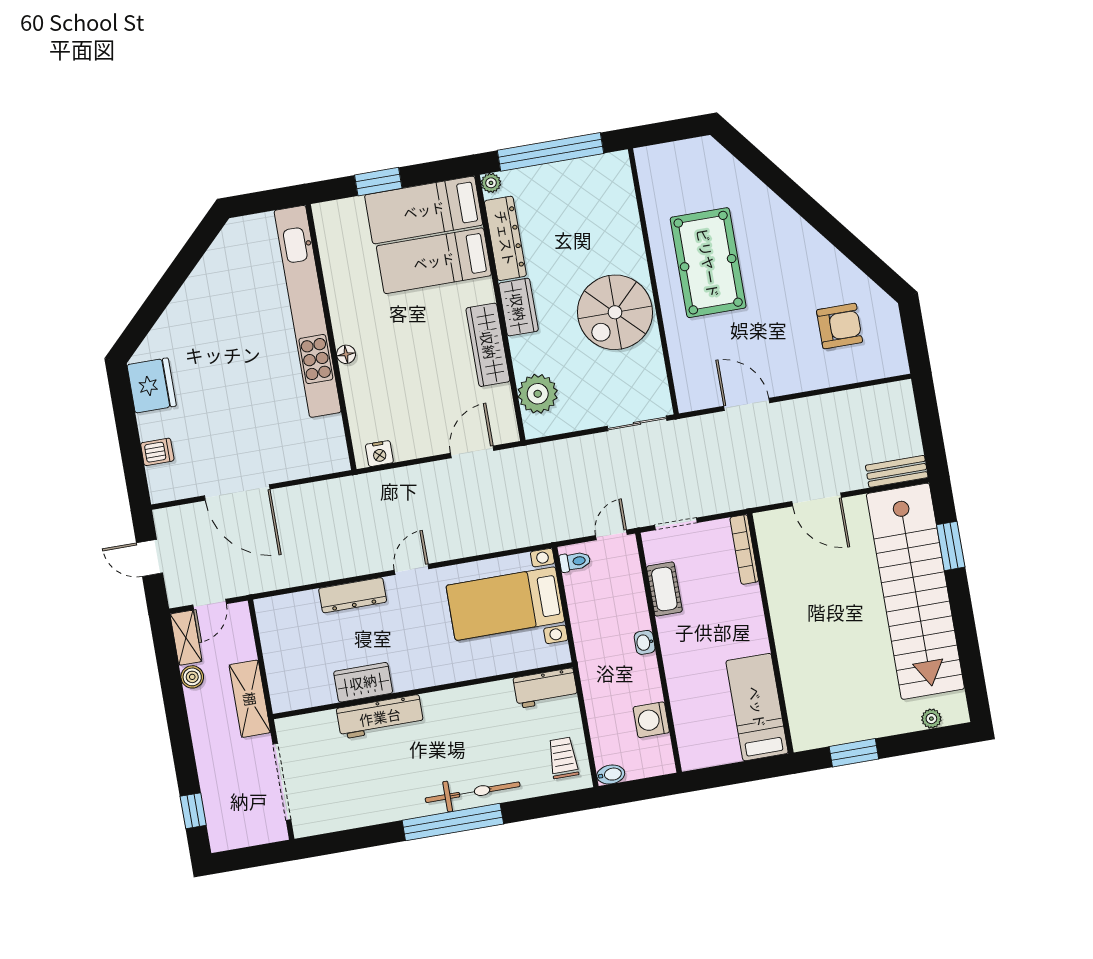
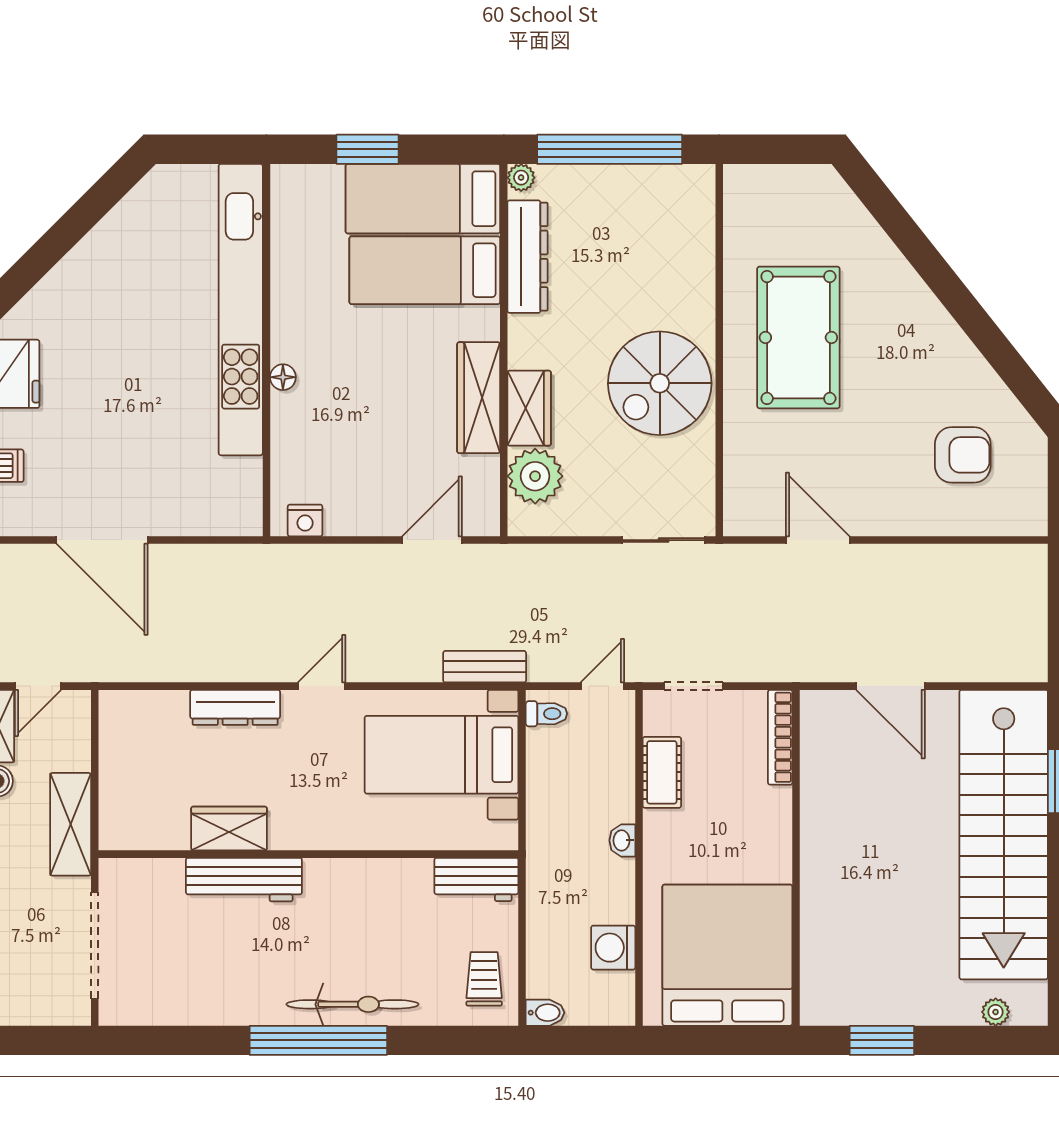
wardrobe: (518, 307) -> (529, 408), moved
bench: (897, 471) -> (485, 667), moved
bed: (757, 707) -> (727, 955), width x2.04

